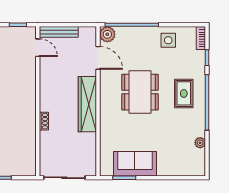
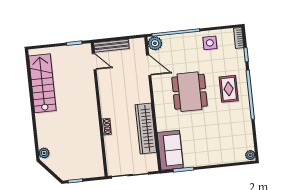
wardrobe: (87, 104) -> (146, 128), moved
plant: (200, 143) -> (250, 155), moved
sofa: (135, 164) -> (170, 150), moved, turned 90

